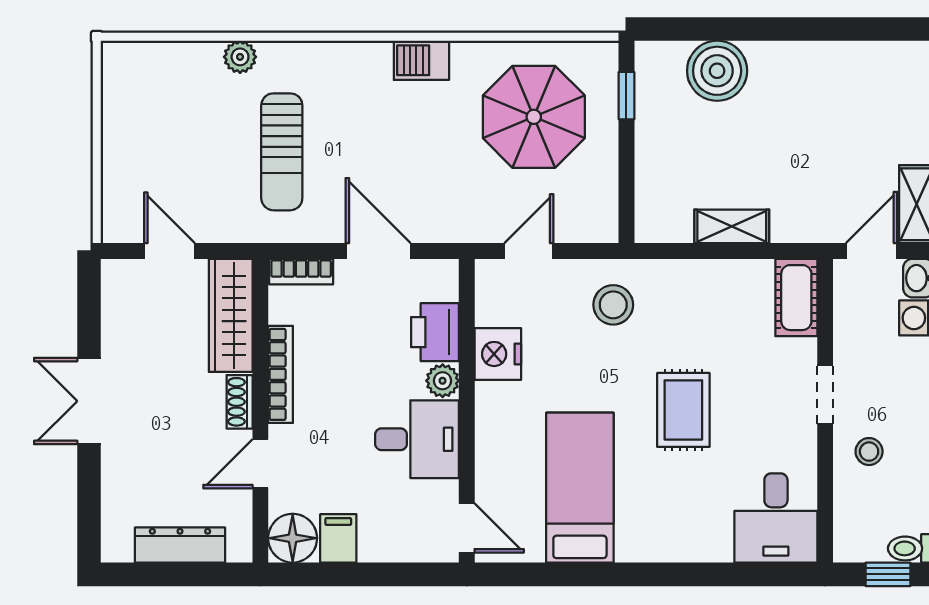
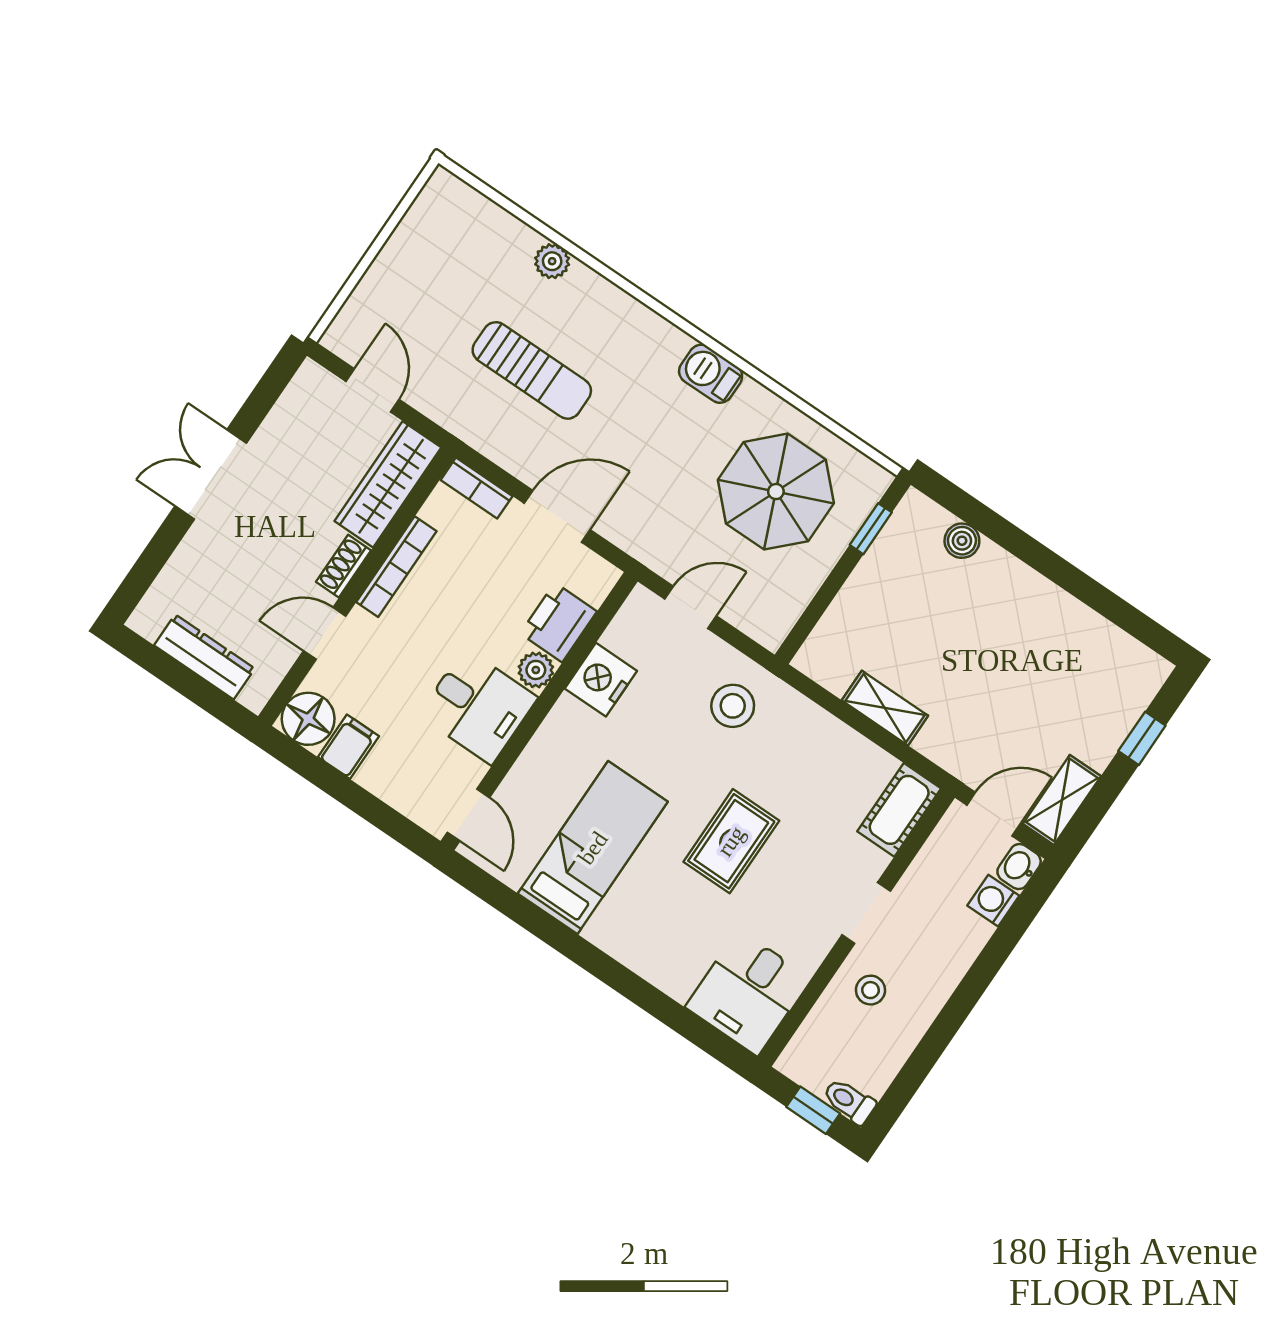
boiler: (717, 71) -> (962, 541), width x0.54, depth x0.54
sun lounger: (282, 152) -> (532, 370), turned -90
door: (378, 251) -> (557, 516), hinge flipped

